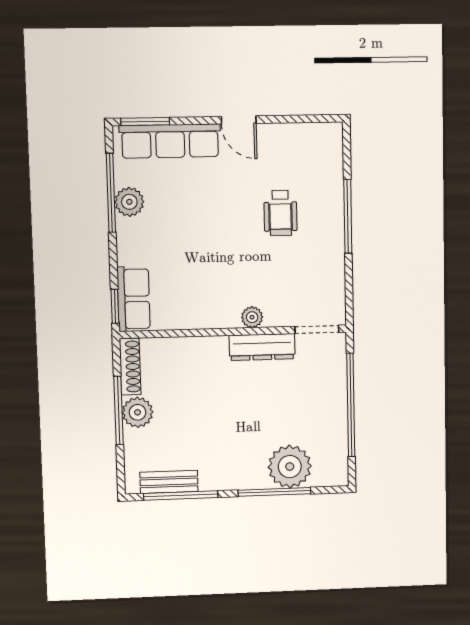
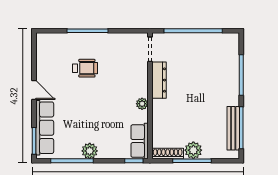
door: (239, 120) -> (34, 90), hinge flipped
plant: (129, 202) -> (90, 151), moved
row of seats: (134, 299) -> (140, 141), moved, turned -90
plant: (252, 317) -> (142, 104), moved
plant: (290, 467) -> (227, 66), removed
bench: (169, 482) -> (233, 128), width x1.36

